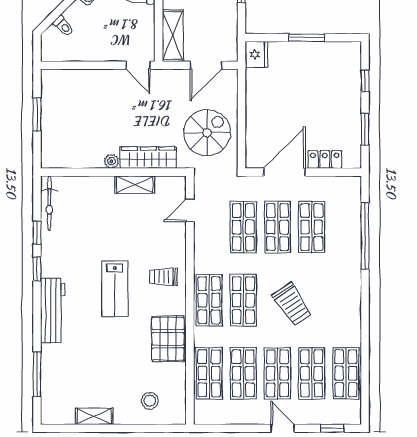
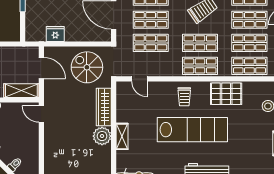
fridge: (256, 54) -> (55, 34), moved
door: (138, 65) -> (41, 114), swing flipped
plant: (111, 161) -> (102, 136), width x1.87, depth x1.87
shelving: (135, 185) -> (122, 136), moved
lab bench: (115, 289) -> (192, 130), width x1.86, depth x1.39

